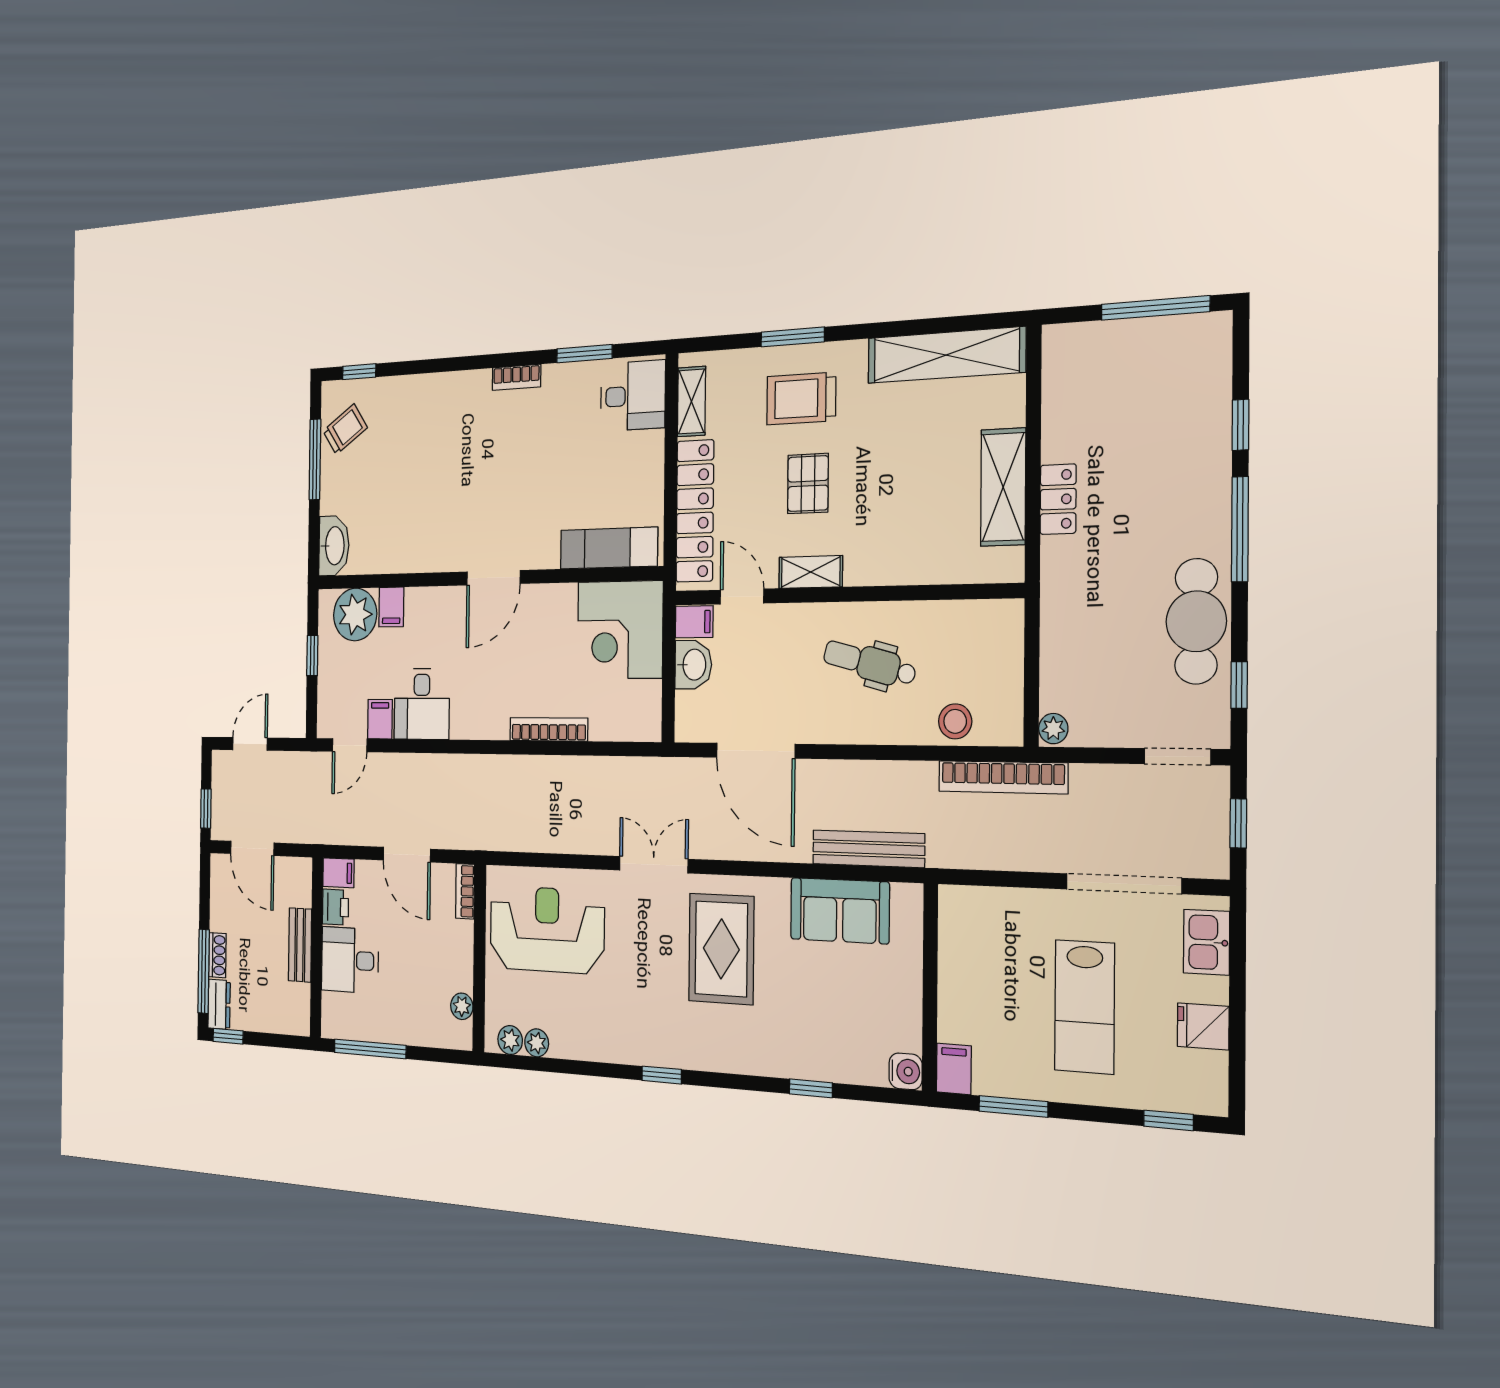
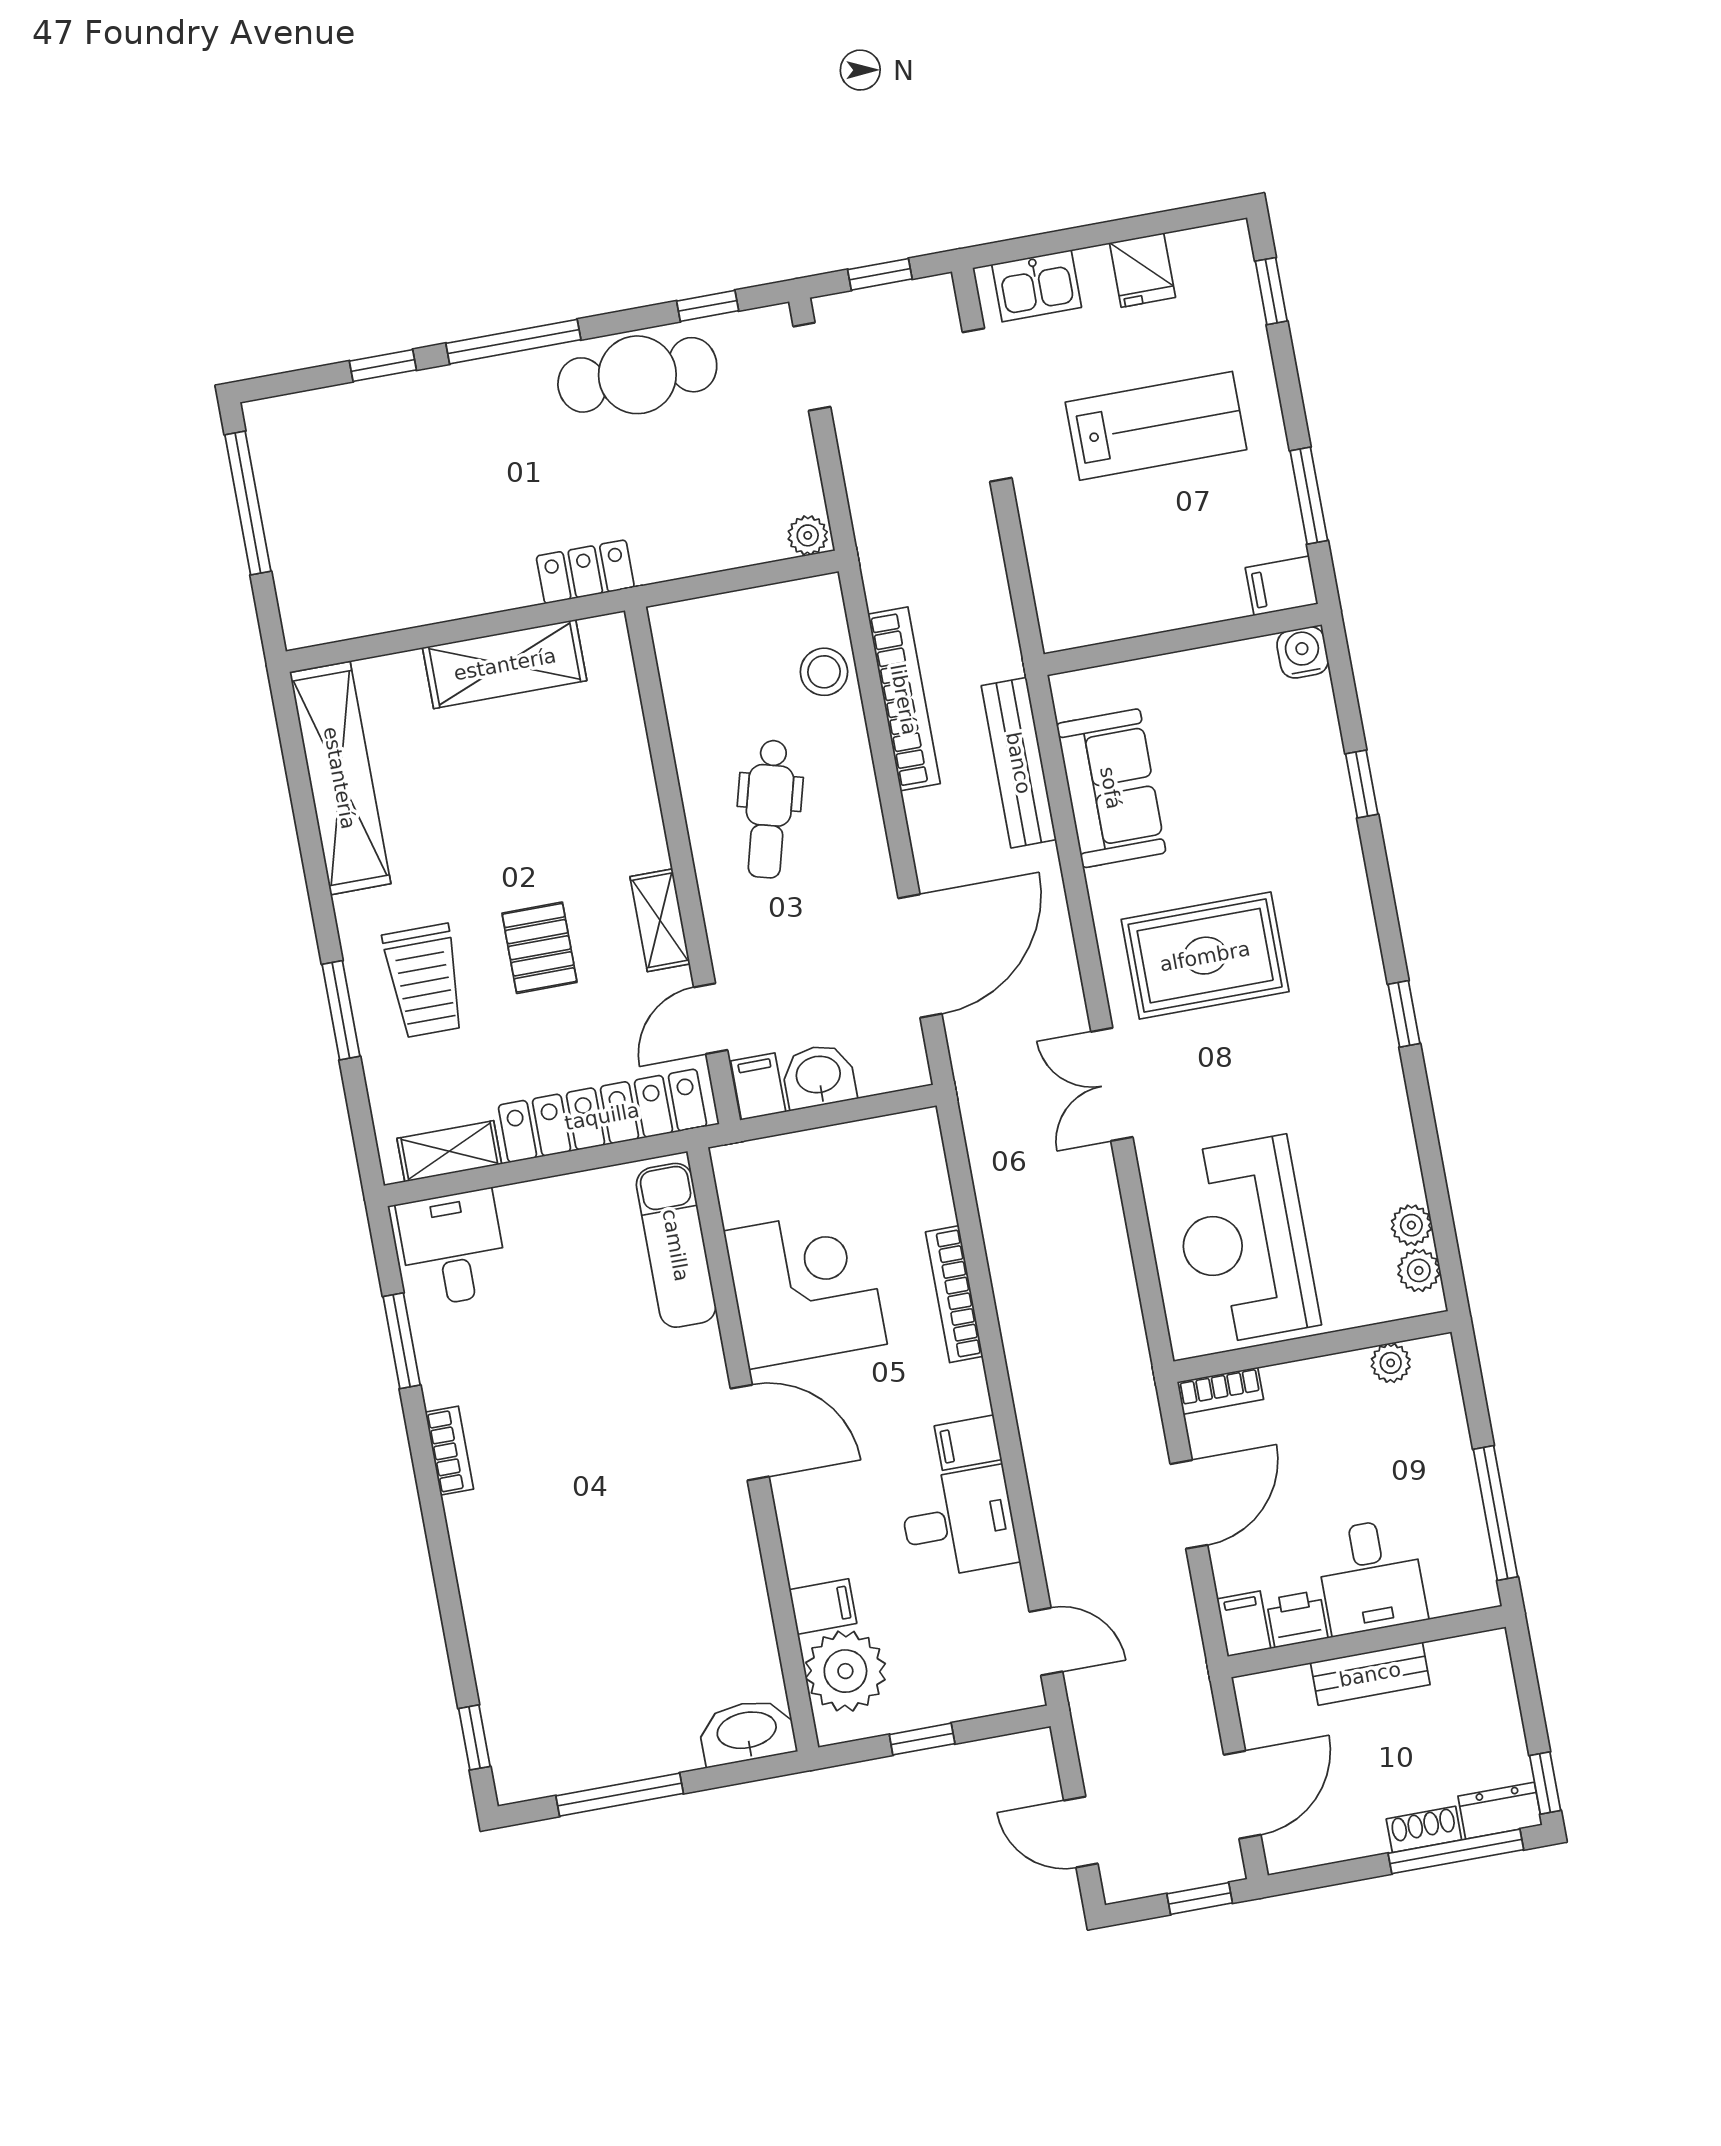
trolley: (345, 429) -> (566, 1746), removed
pallet: (808, 484) -> (540, 948), turned 90
locker: (1058, 499) -> (585, 572), moved
corner desk: (620, 630) -> (805, 1288), moved, turned -90
filing cabinet: (380, 719) -> (968, 1443), moved
bookcase: (1003, 777) -> (904, 699), moved

